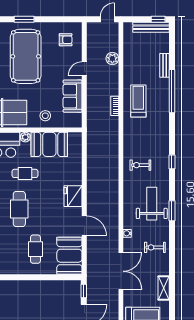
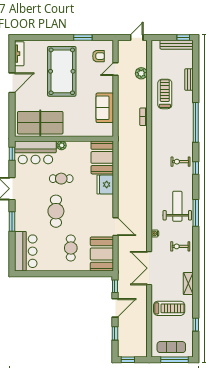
window: (24, 19) -> (83, 37), moved
door: (84, 69) -> (116, 69), moved
window: (172, 91) -> (196, 122), moved
treadmill: (138, 101) -> (165, 94), moved
stool: (45, 116) -> (80, 126), removed
booth: (49, 144) -> (102, 157), moved, turned 90
exercise bike: (140, 165) -> (180, 162), moved
fridge: (73, 196) -> (105, 185), moved
window: (172, 211) -> (196, 213), width x1.44
double door: (121, 271) -> (149, 268), swing flipped

